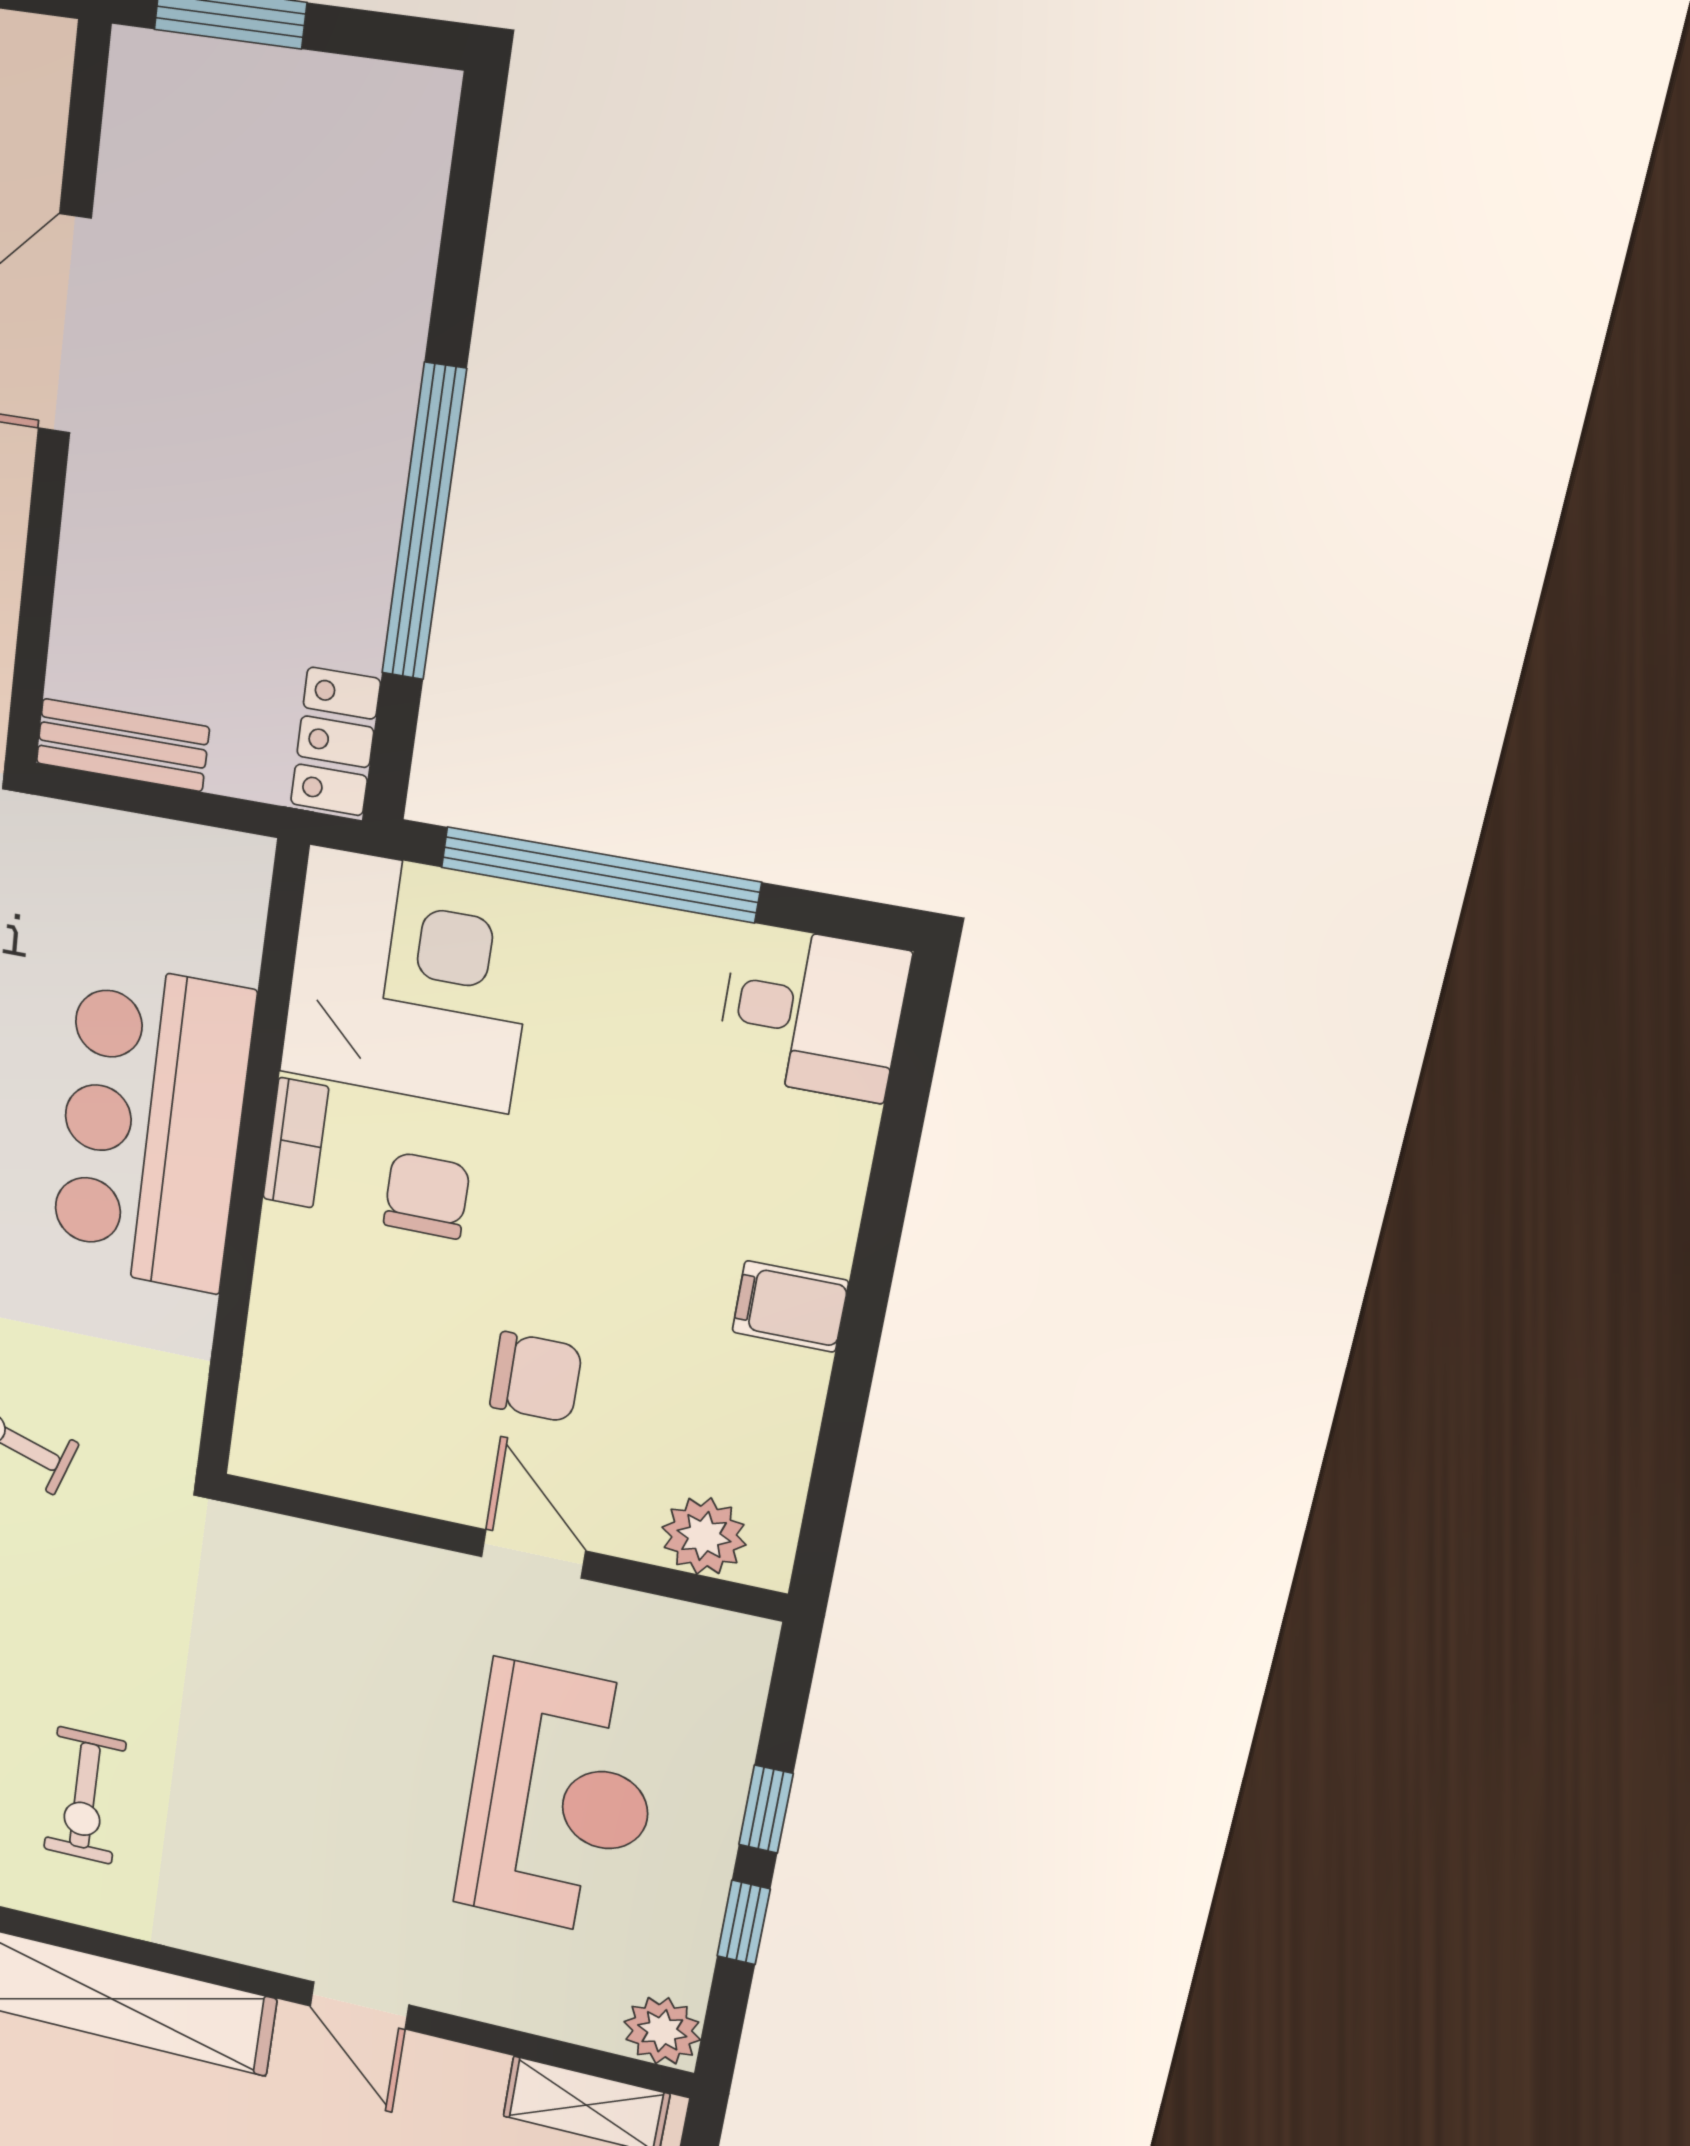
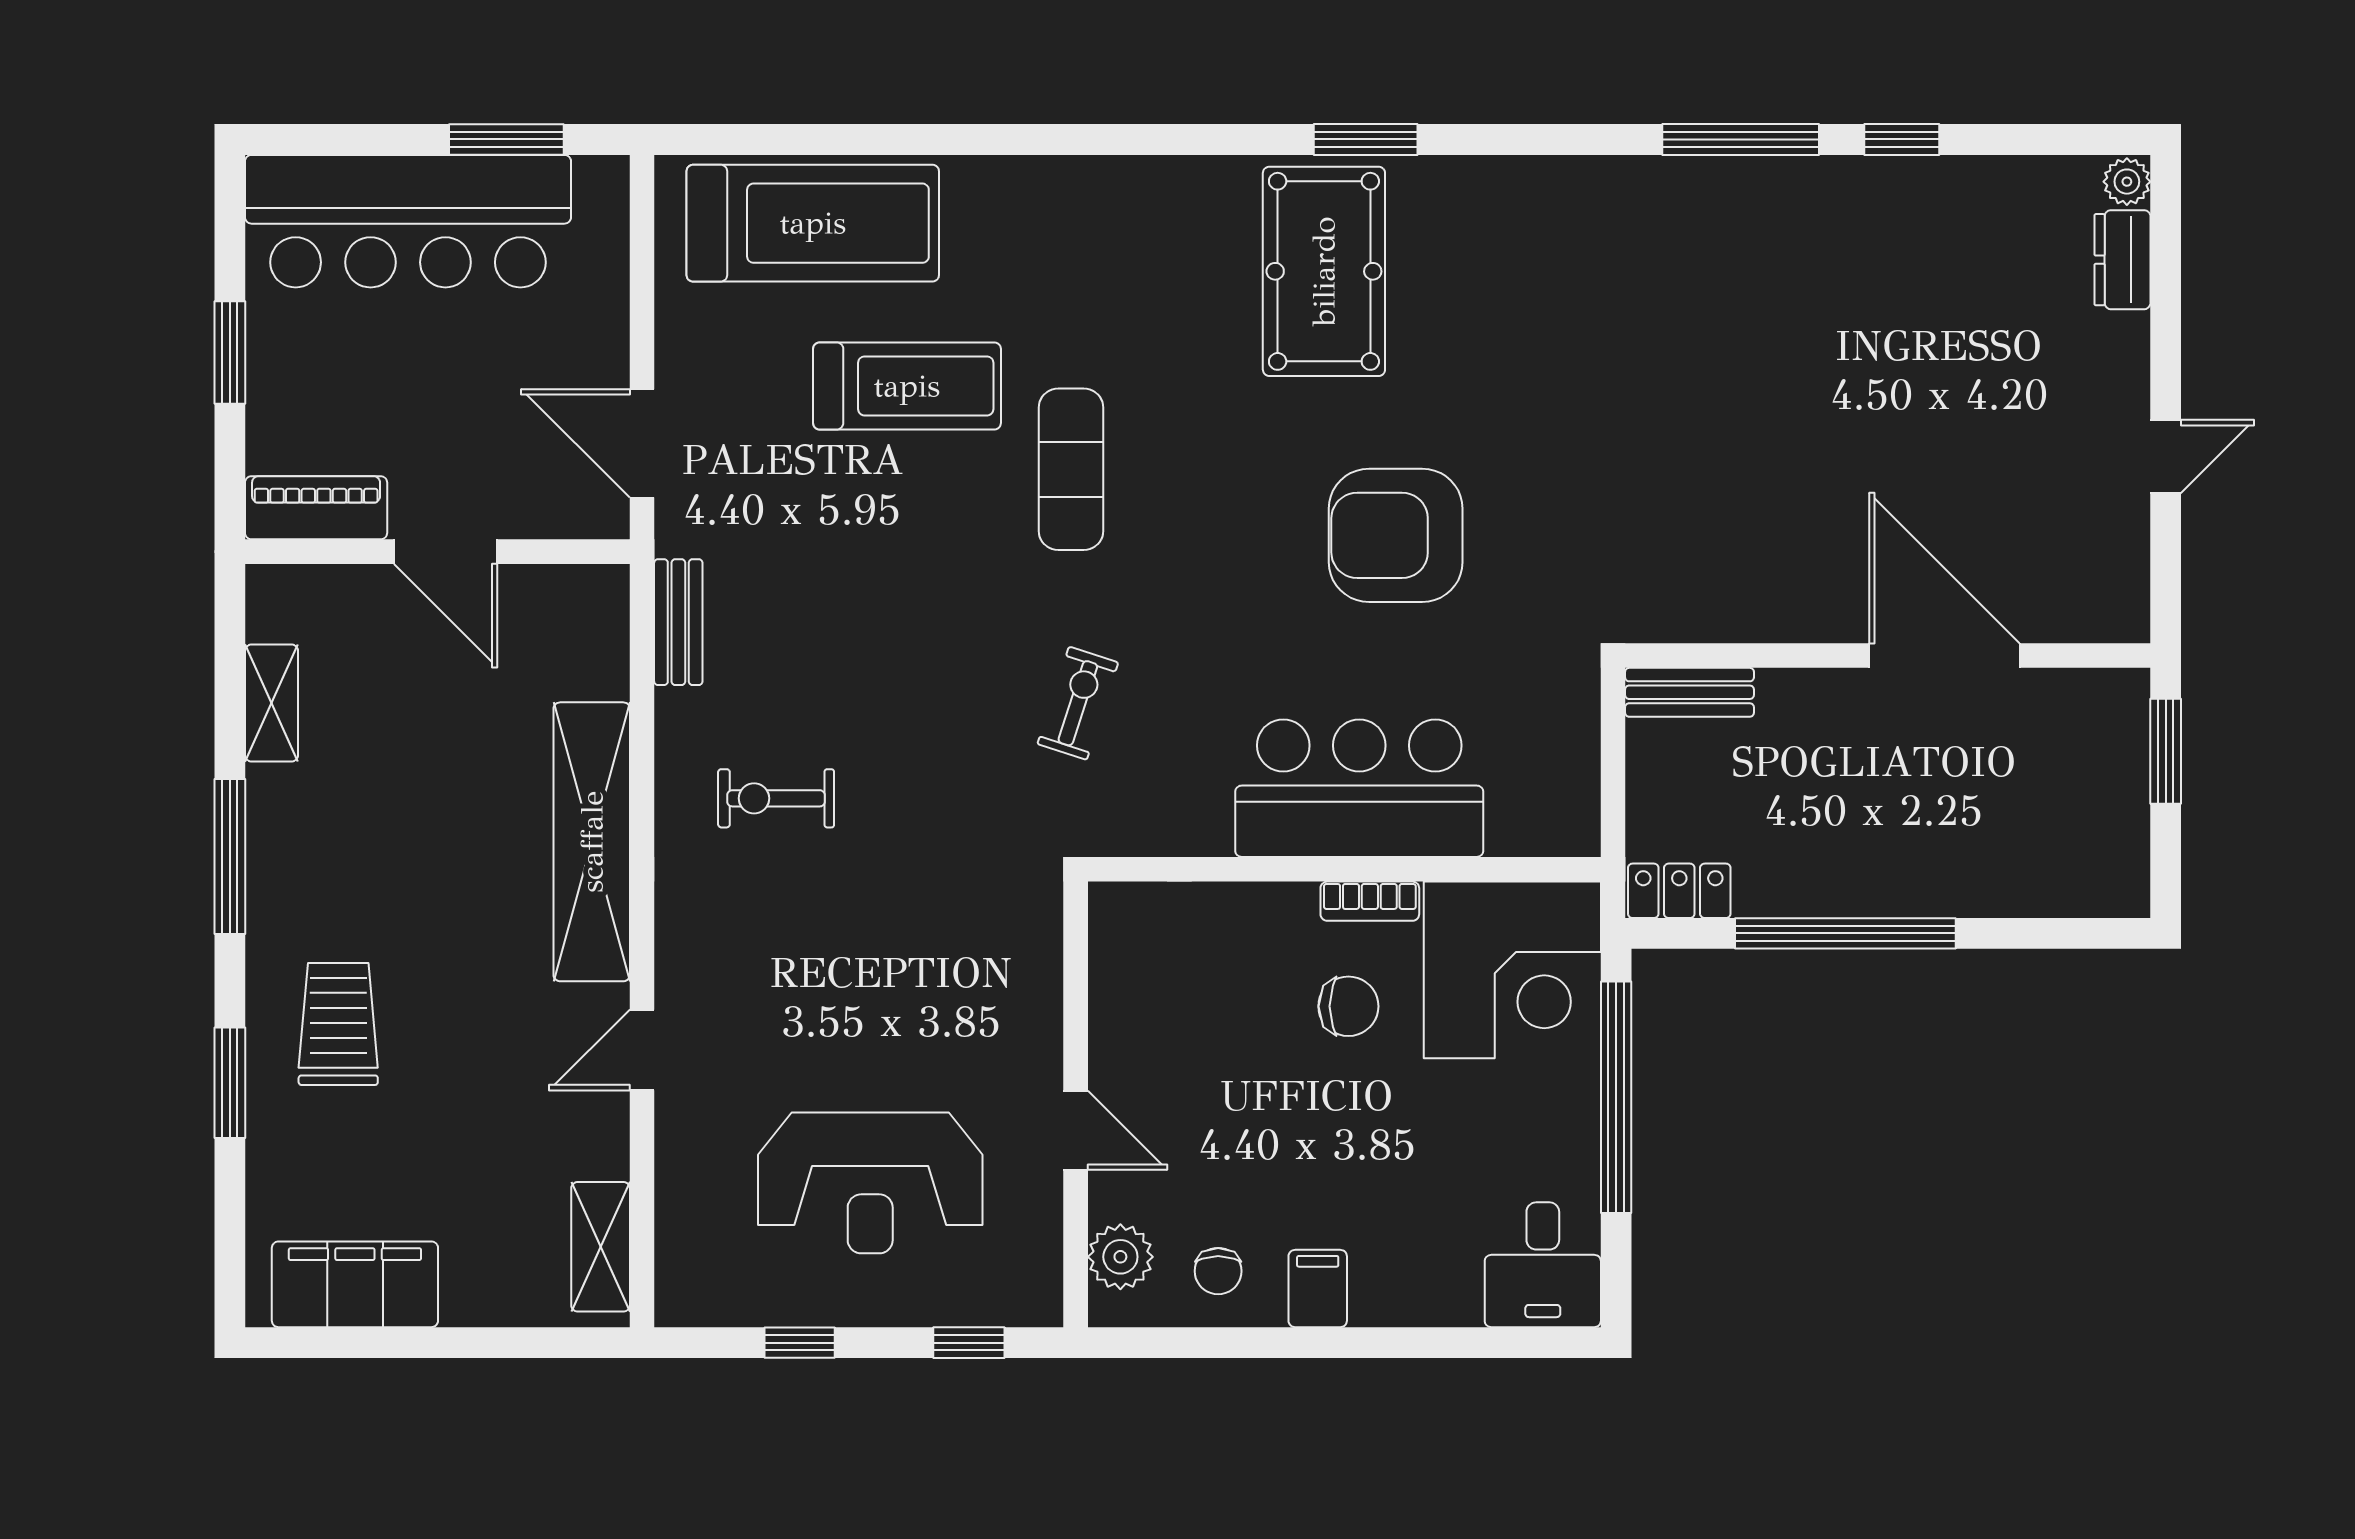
bench: (122, 745) -> (1689, 692), moved, turned 90
chair: (536, 1377) -> (1218, 1271), moved, width x0.73, depth x0.73
door: (533, 1554) -> (1076, 1130), hinge flipped
window: (766, 1809) -> (969, 1343), moved
plant: (662, 2031) -> (686, 1296), removed

